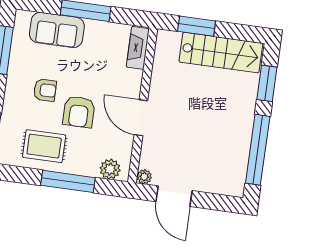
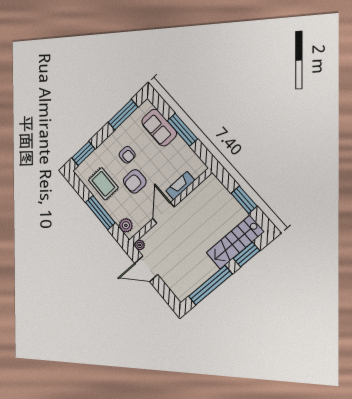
window: (197, 26) -> (244, 200), moved
fireplace: (138, 48) -> (180, 186), moved
stairs: (221, 53) -> (235, 242), moved, turned 90
door: (174, 196) -> (146, 269), hinge flipped

